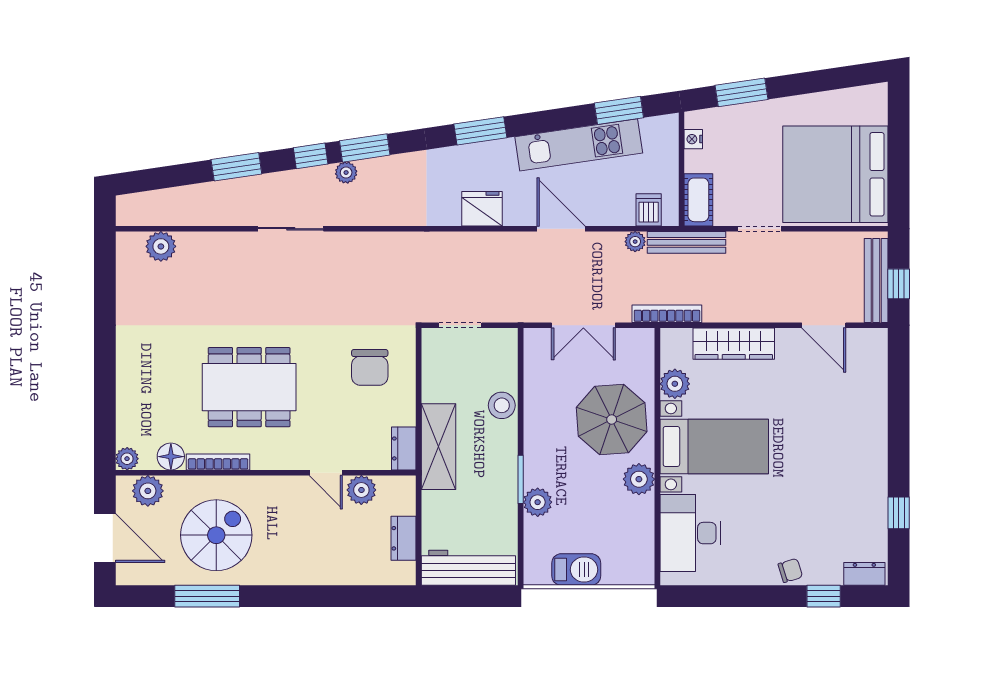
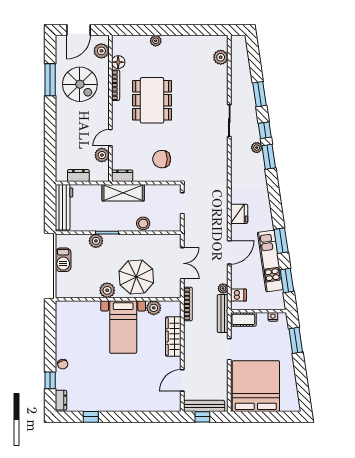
window: (480, 131) -> (281, 241), moved
double door: (583, 325) -> (182, 263), swing flipped
plant: (127, 459) -> (156, 41), moved
desk: (690, 533) -> (81, 315), removed

